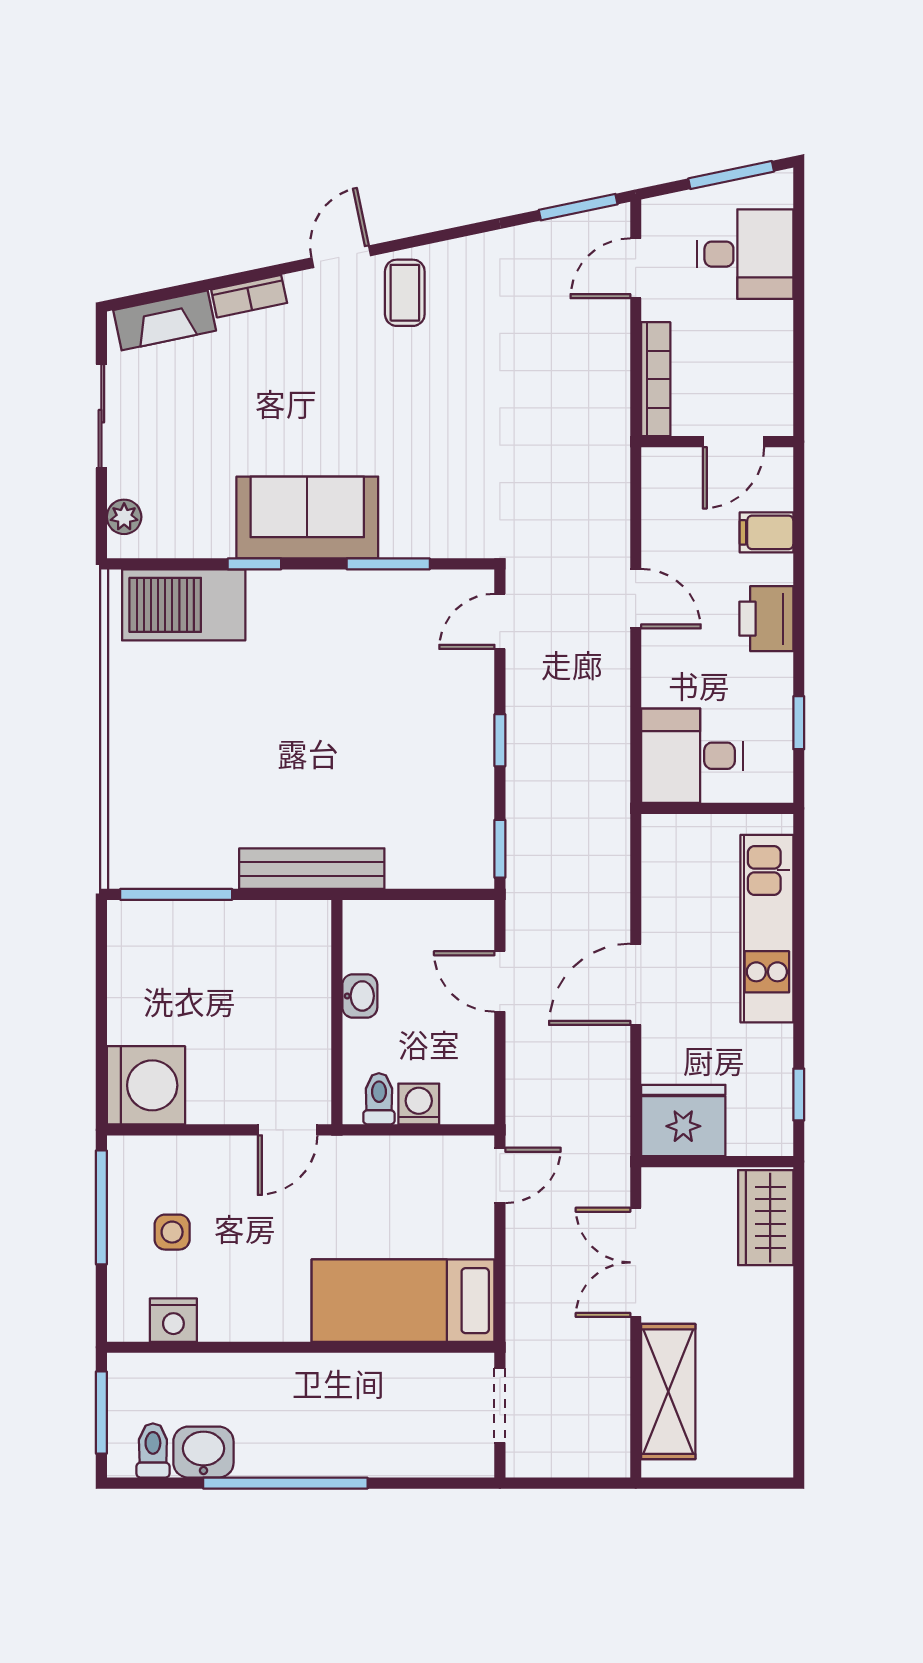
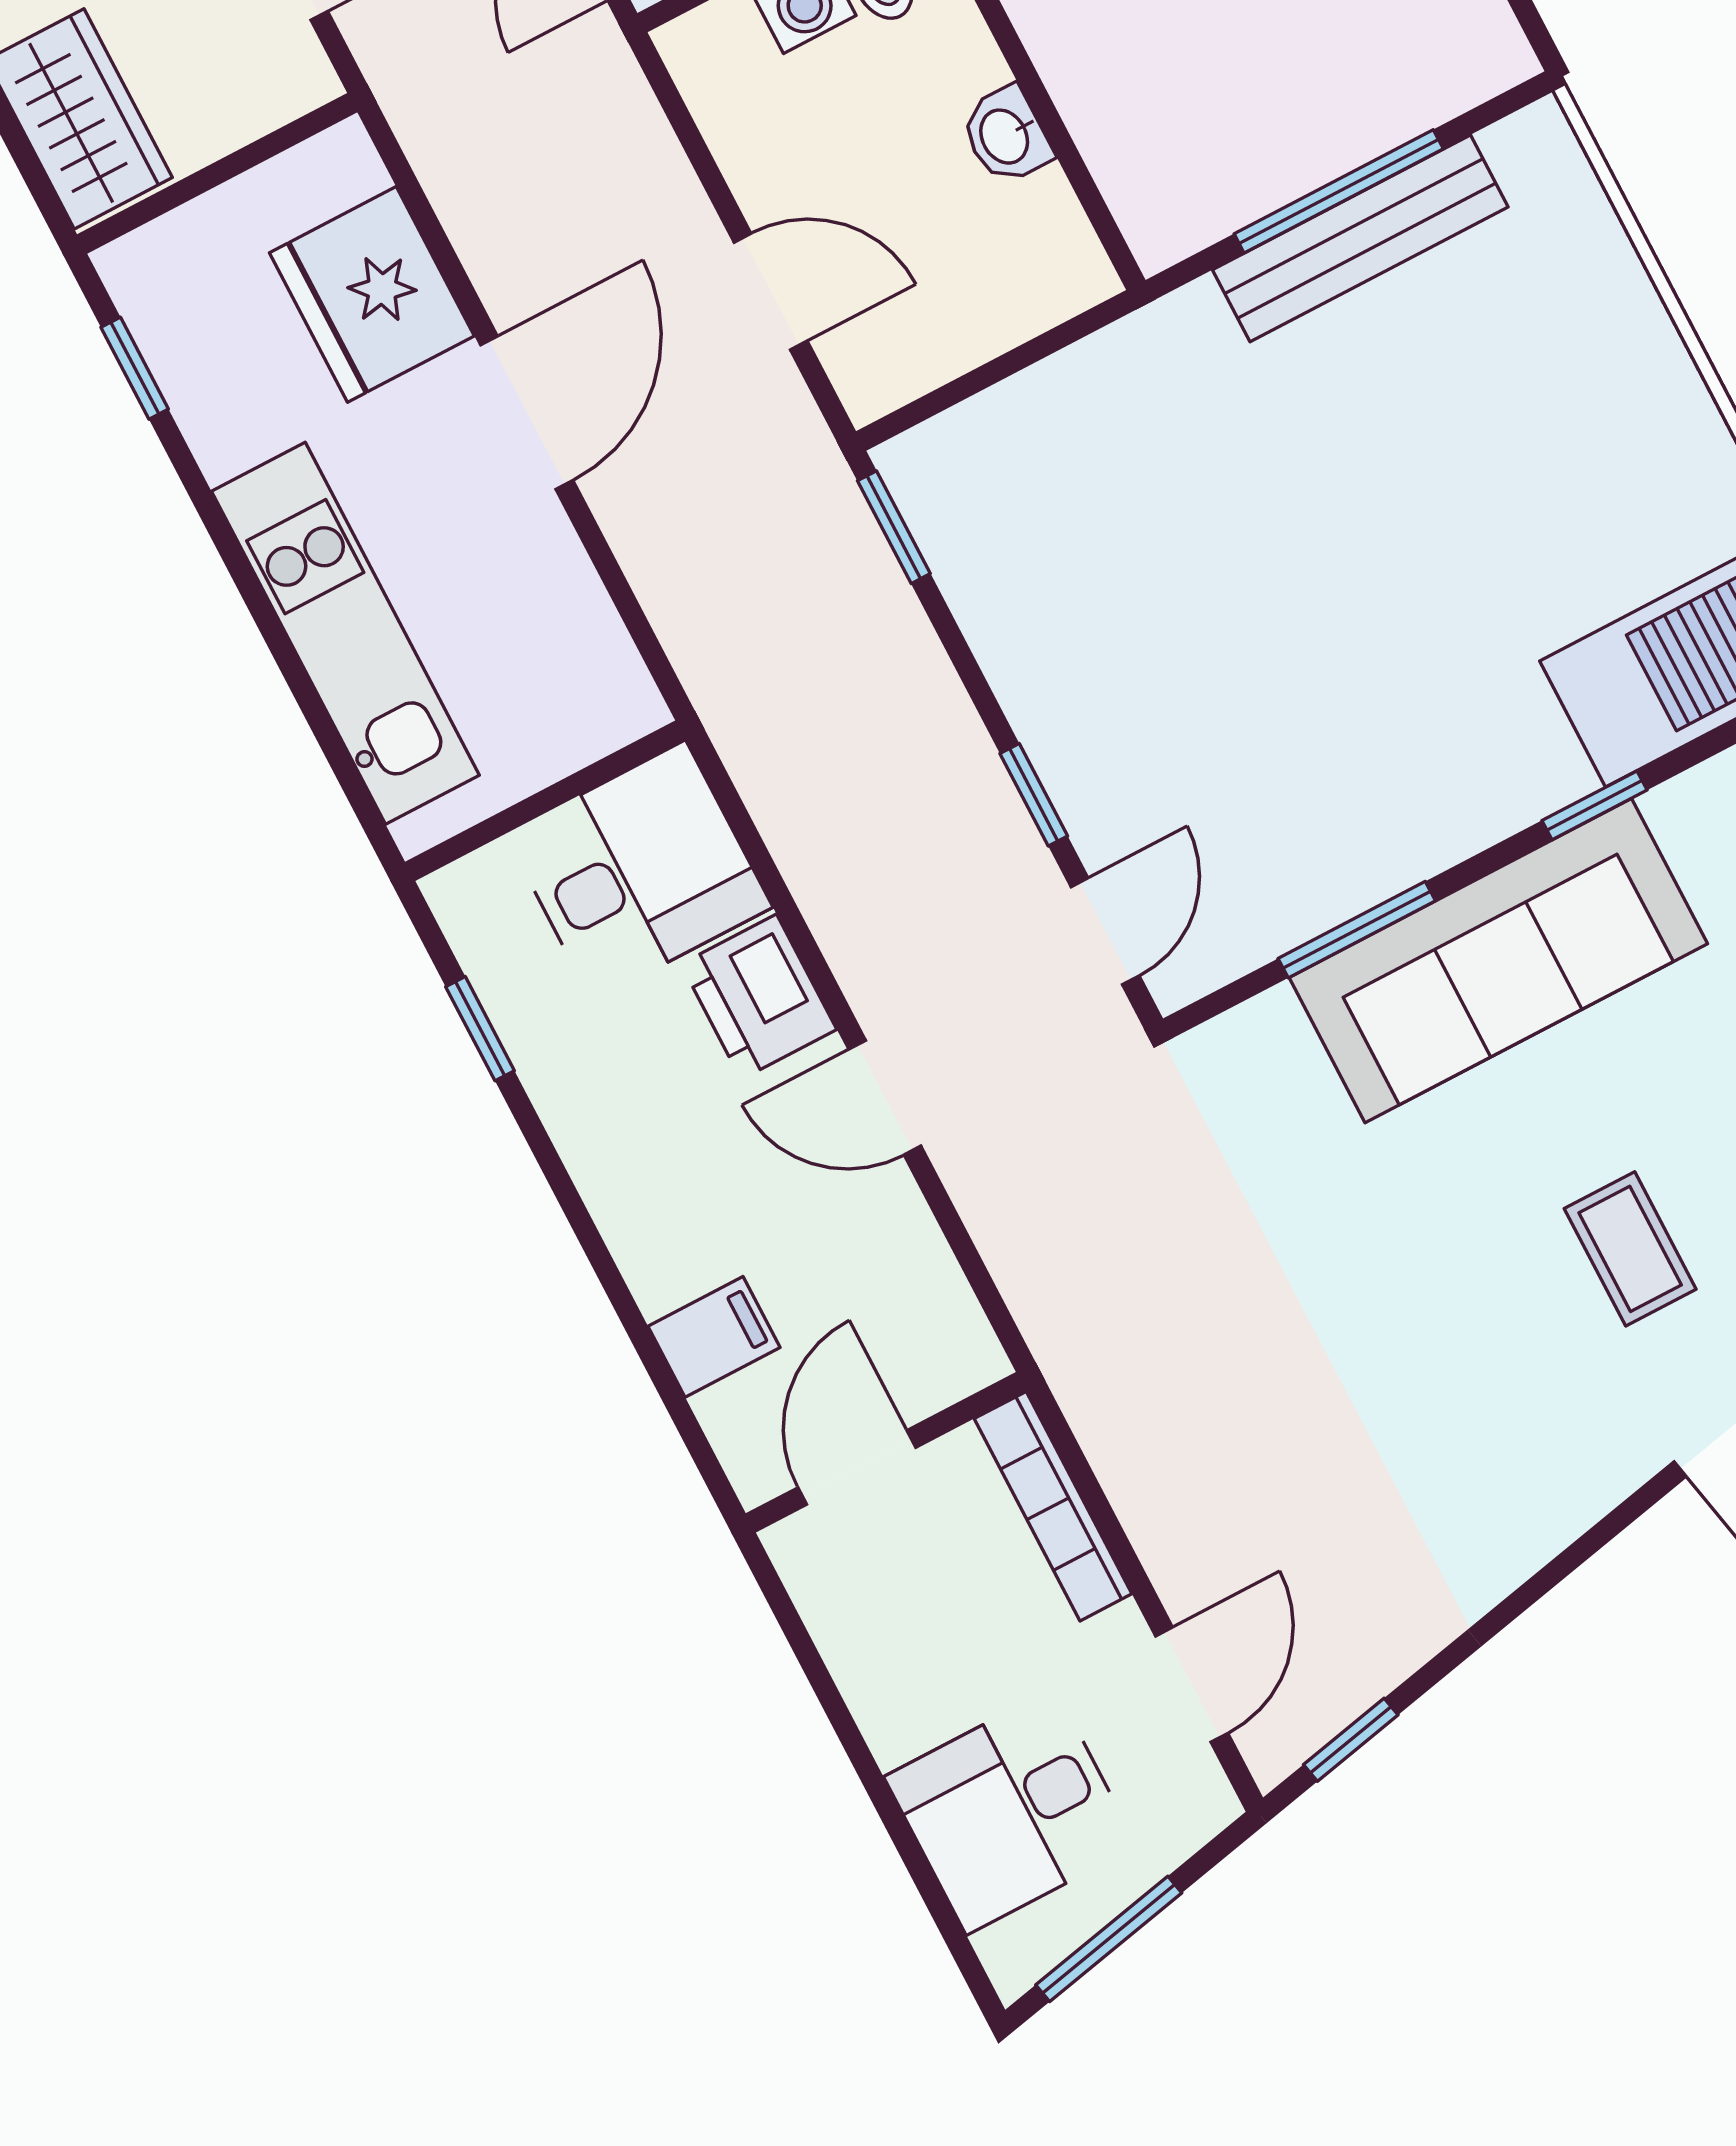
window: (578, 207) -> (1351, 1740), width x0.67
coffee table: (405, 293) -> (1630, 1249), moved
sofa: (307, 517) -> (1498, 961), width x1.36
printer: (766, 619) -> (759, 997), moved, turned 180
window: (500, 740) -> (1034, 795), moved
bench: (312, 869) -> (1360, 238), moved
window: (176, 894) -> (1339, 191), moved
fridge: (683, 1120) -> (372, 294), moved, turned 90

